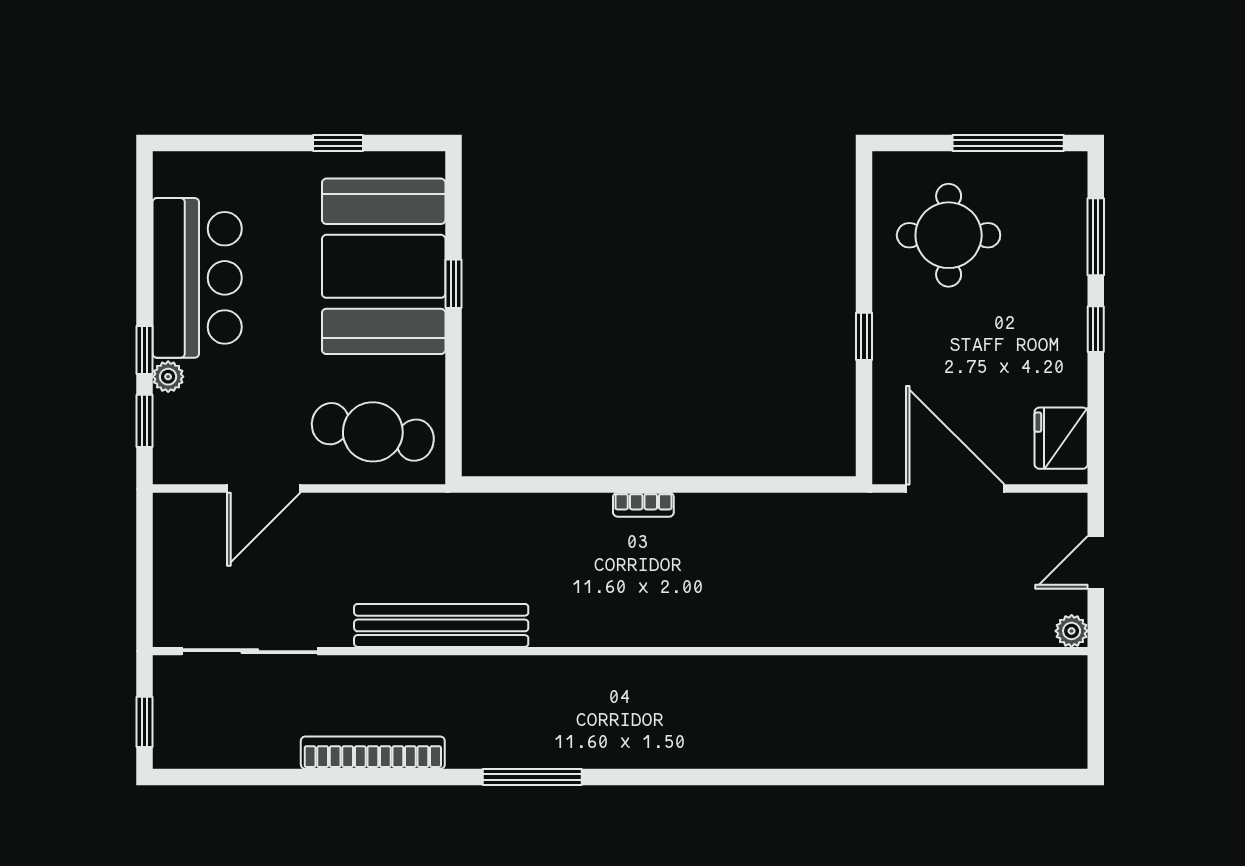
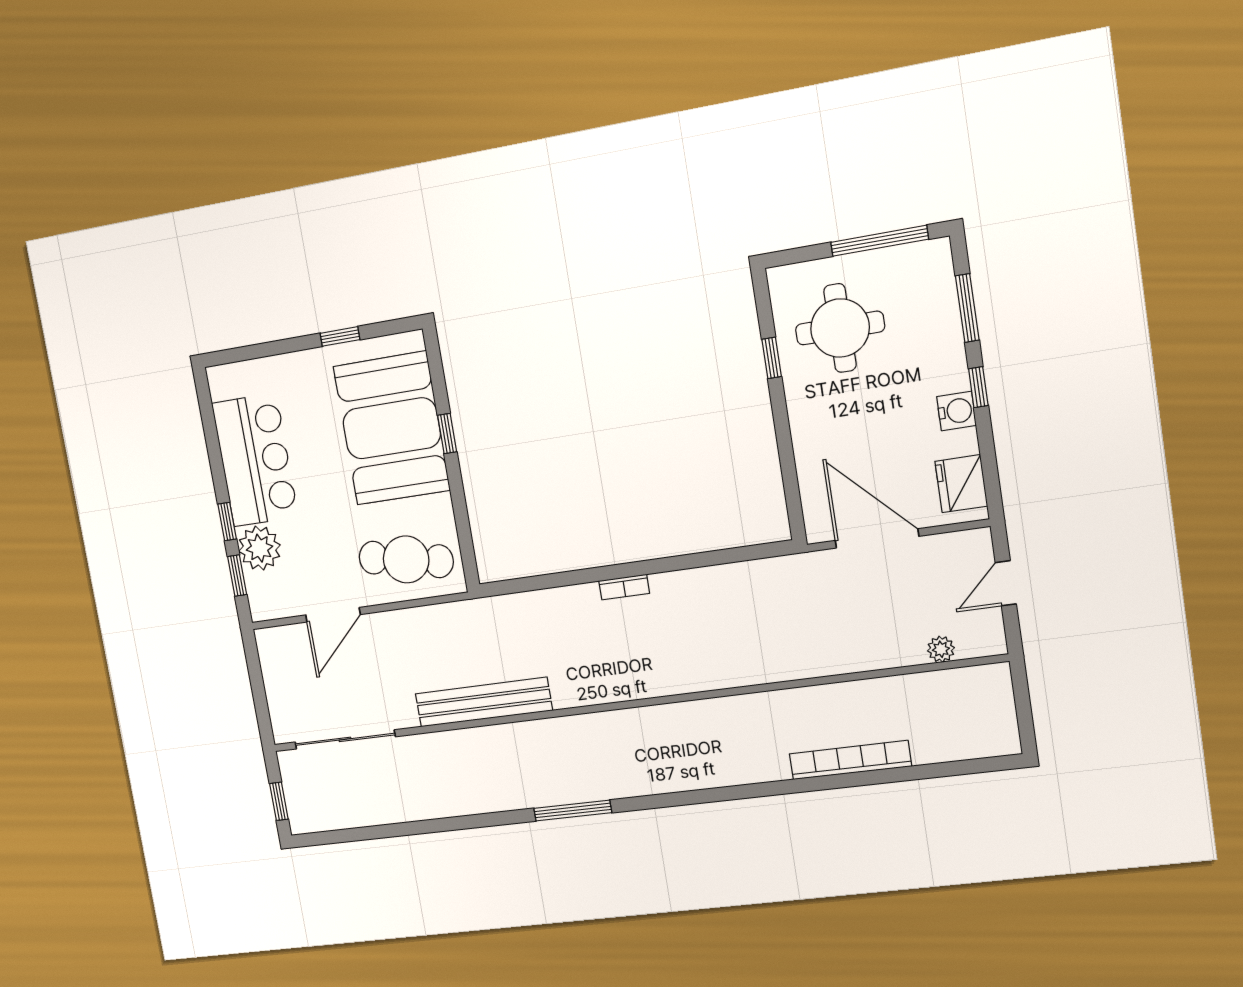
window: (864, 336) -> (772, 358), moved
water cooler: (1067, 353) -> (956, 411), added
plant: (168, 377) -> (259, 548), width x1.88, depth x1.88
plant: (1072, 631) -> (941, 649), moved
bookcase: (373, 753) -> (850, 760), moved

